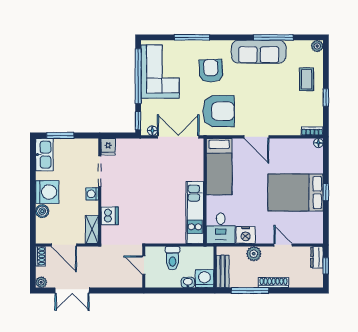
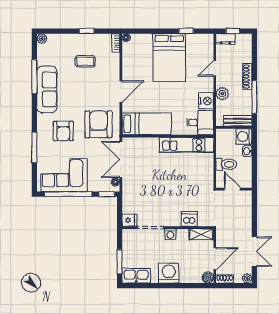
armchair: (211, 71) -> (63, 131), turned -88
coffee table: (307, 79) -> (85, 61), moved
window: (326, 192) -> (186, 31), moved
boiler: (42, 211) -> (208, 278), moved
door: (144, 265) -> (232, 189), swing flipped

